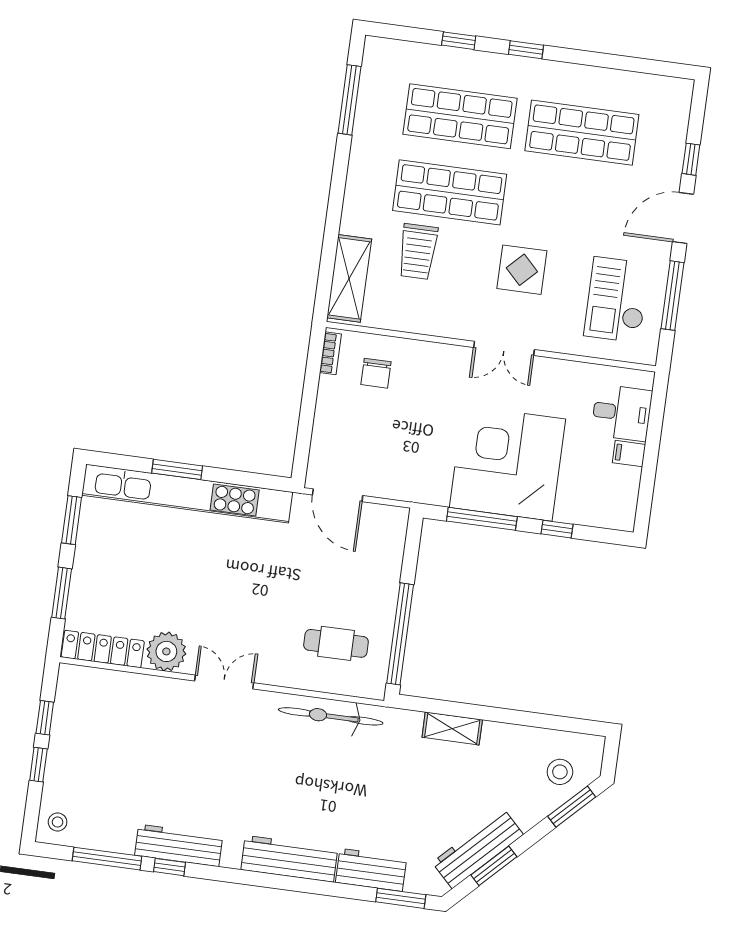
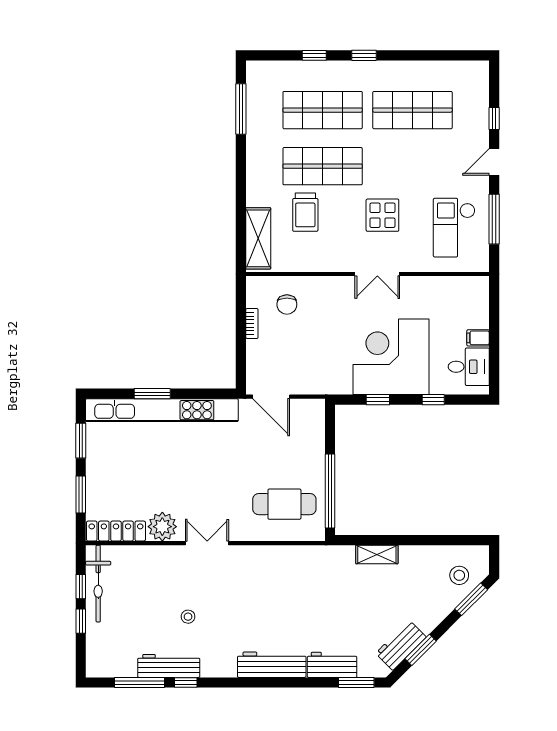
door: (683, 218) -> (494, 162), width x0.73
bookcase: (330, 353) -> (252, 323), moved
desk: (622, 413) -> (469, 367), moved
window: (482, 519) -> (378, 400), width x0.46
cafe table: (336, 643) -> (284, 504), width x1.37, depth x1.35
bicycle: (331, 716) -> (98, 584), moved, turned -90
stool: (58, 822) -> (188, 617), moved
workbench: (179, 845) -> (169, 666), moved
workbench: (478, 849) -> (401, 645), width x0.73

